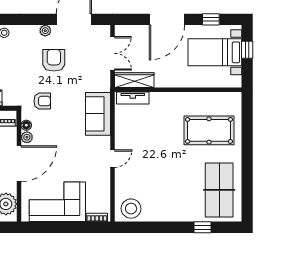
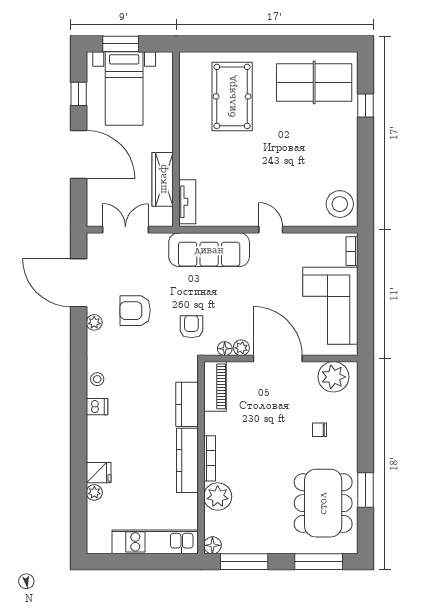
window: (247, 50) -> (121, 44), width x1.50
wardrobe: (134, 80) -> (163, 179), moved
sofa: (98, 114) -> (209, 250), width x1.36

